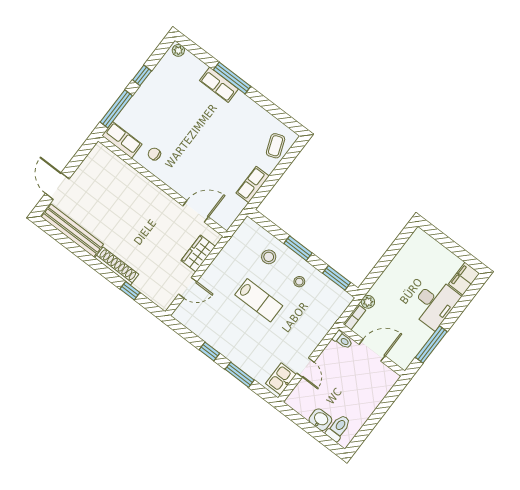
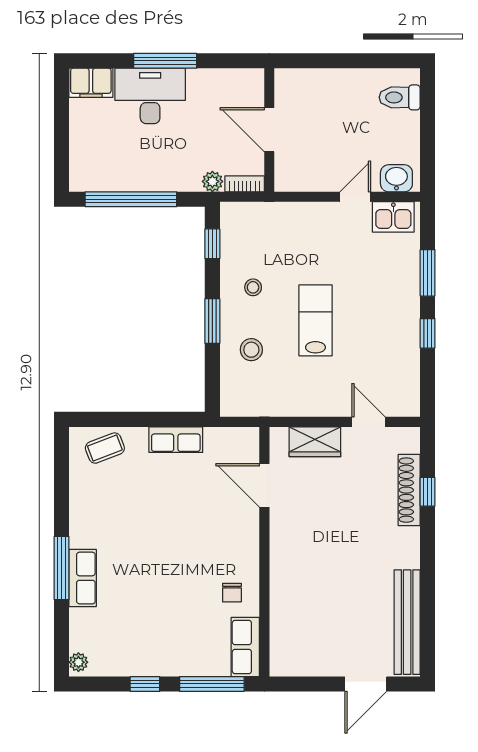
window: (390, 254) -> (131, 199), added
shoe rack: (117, 266) -> (409, 490), moved
window: (337, 278) -> (212, 244), width x0.67
toilet: (343, 340) -> (285, 177), removed
window: (431, 345) -> (165, 61), moved
washbasin: (320, 420) -> (396, 178), moved, turned 90

